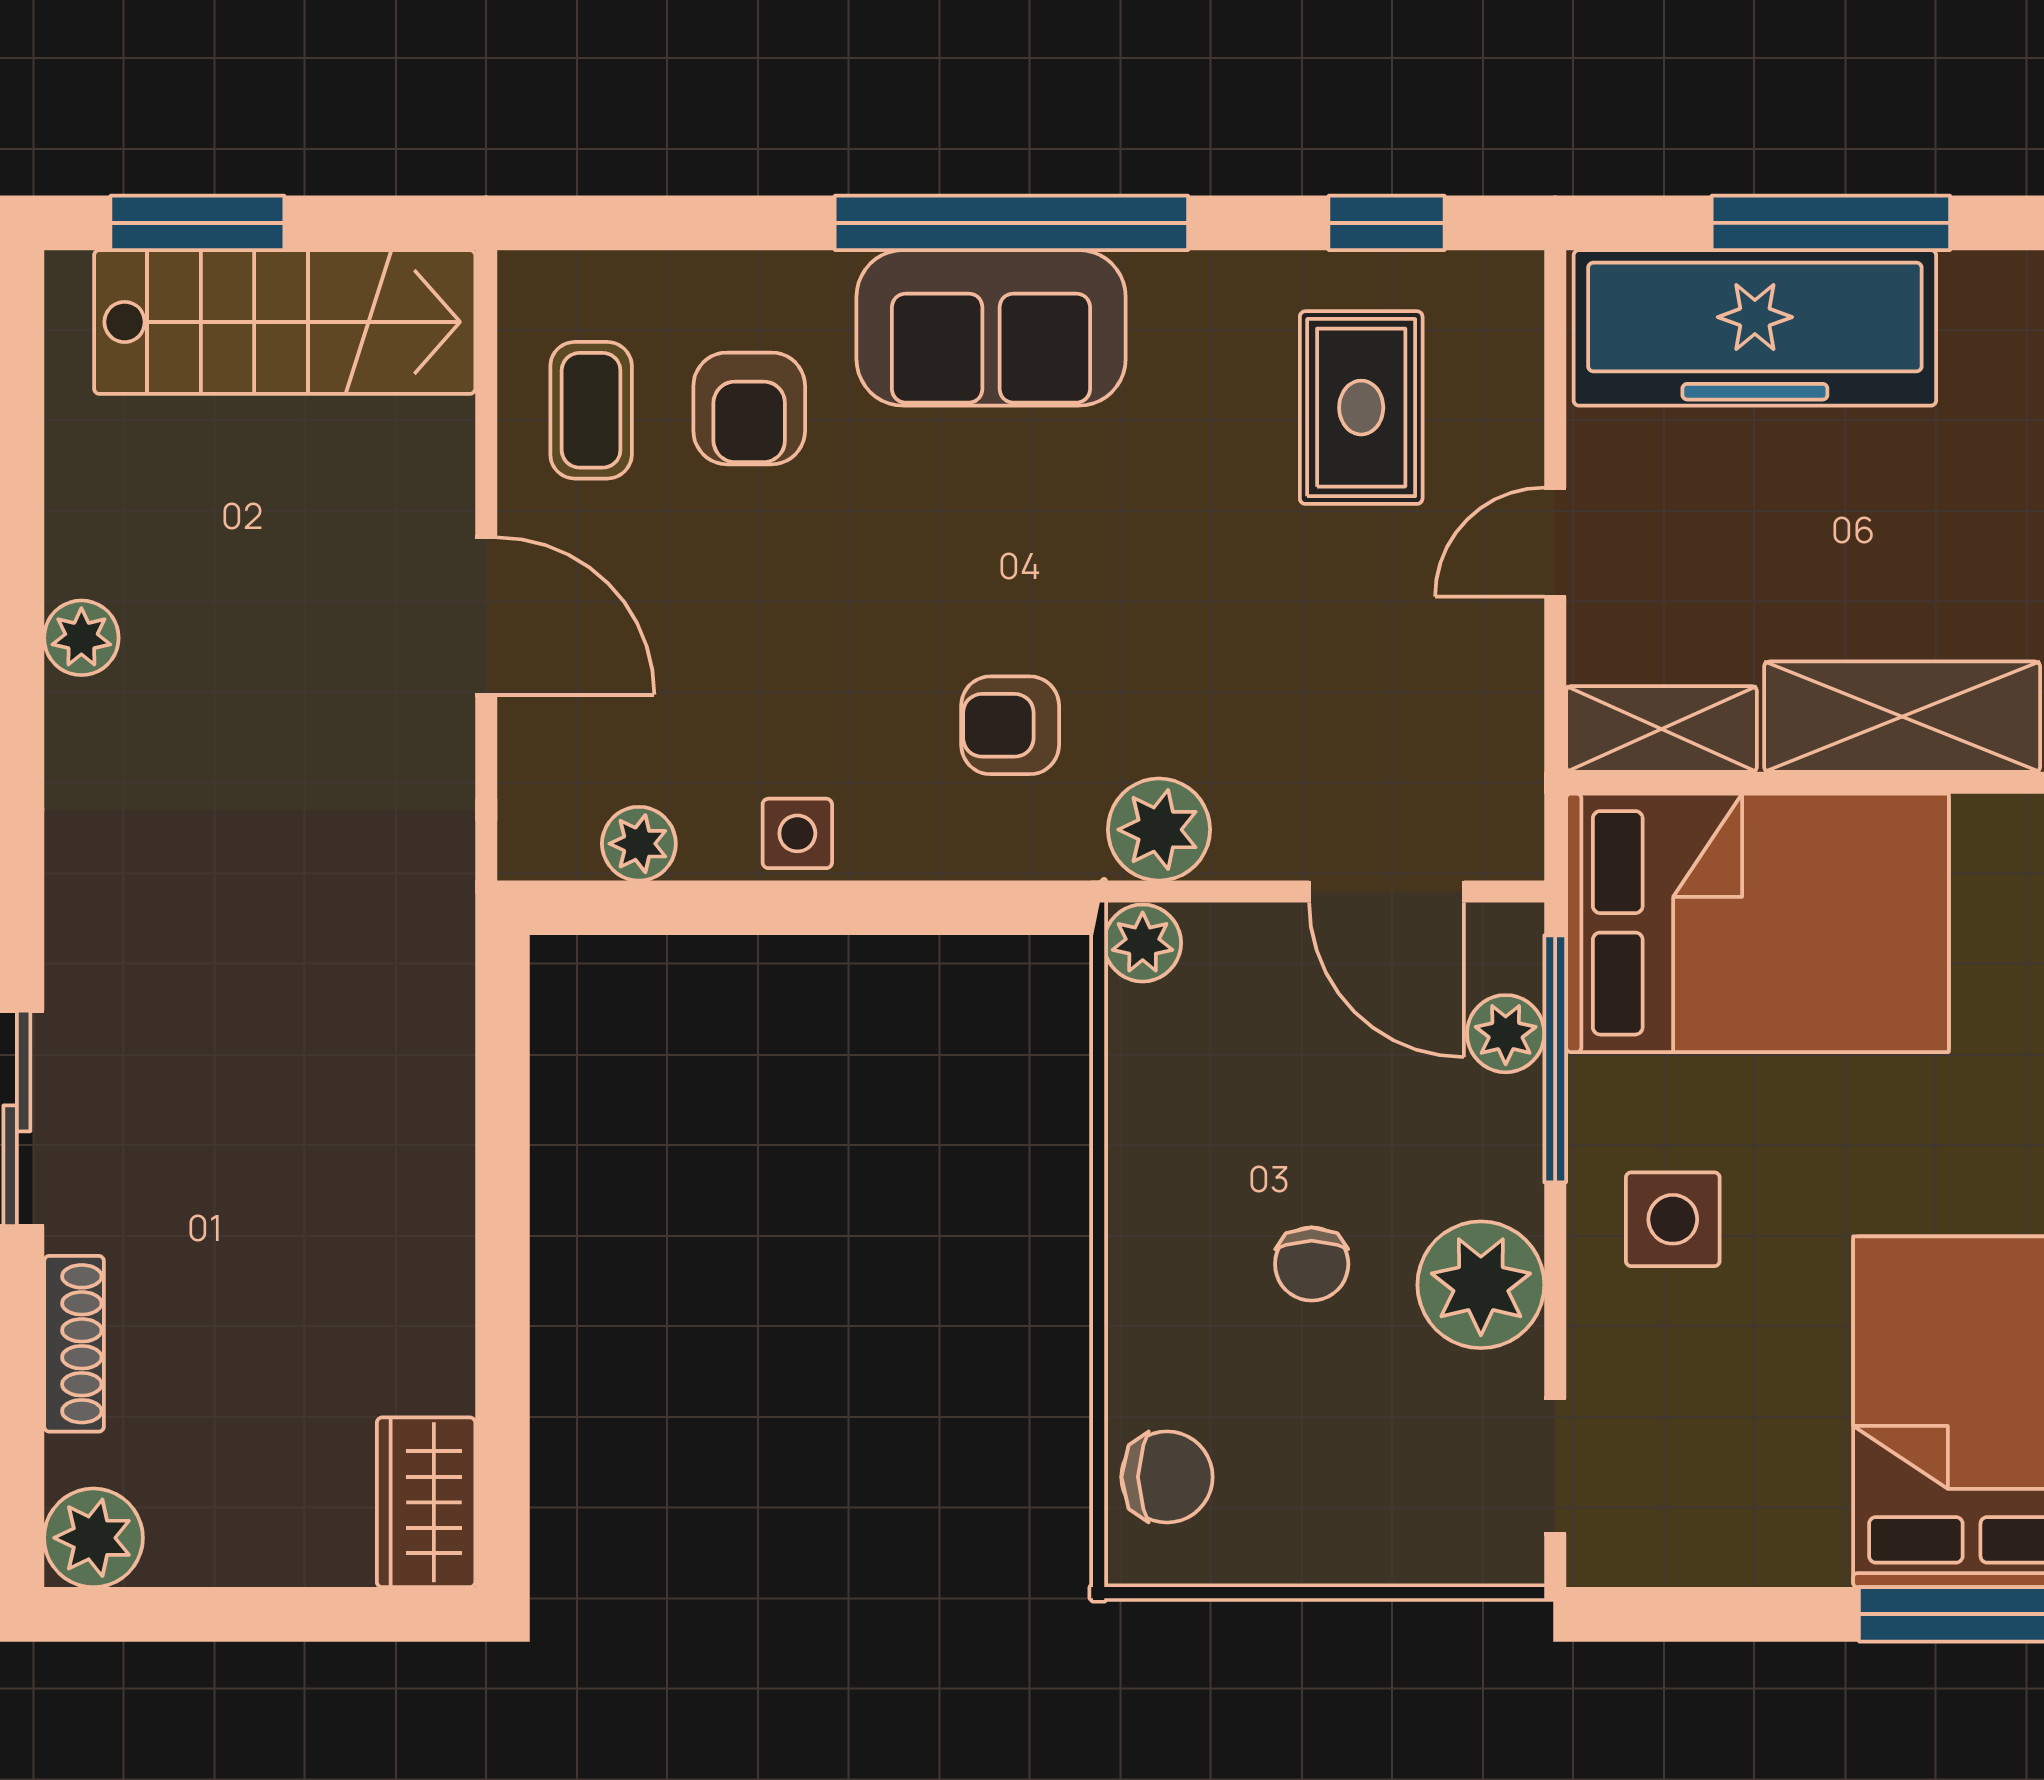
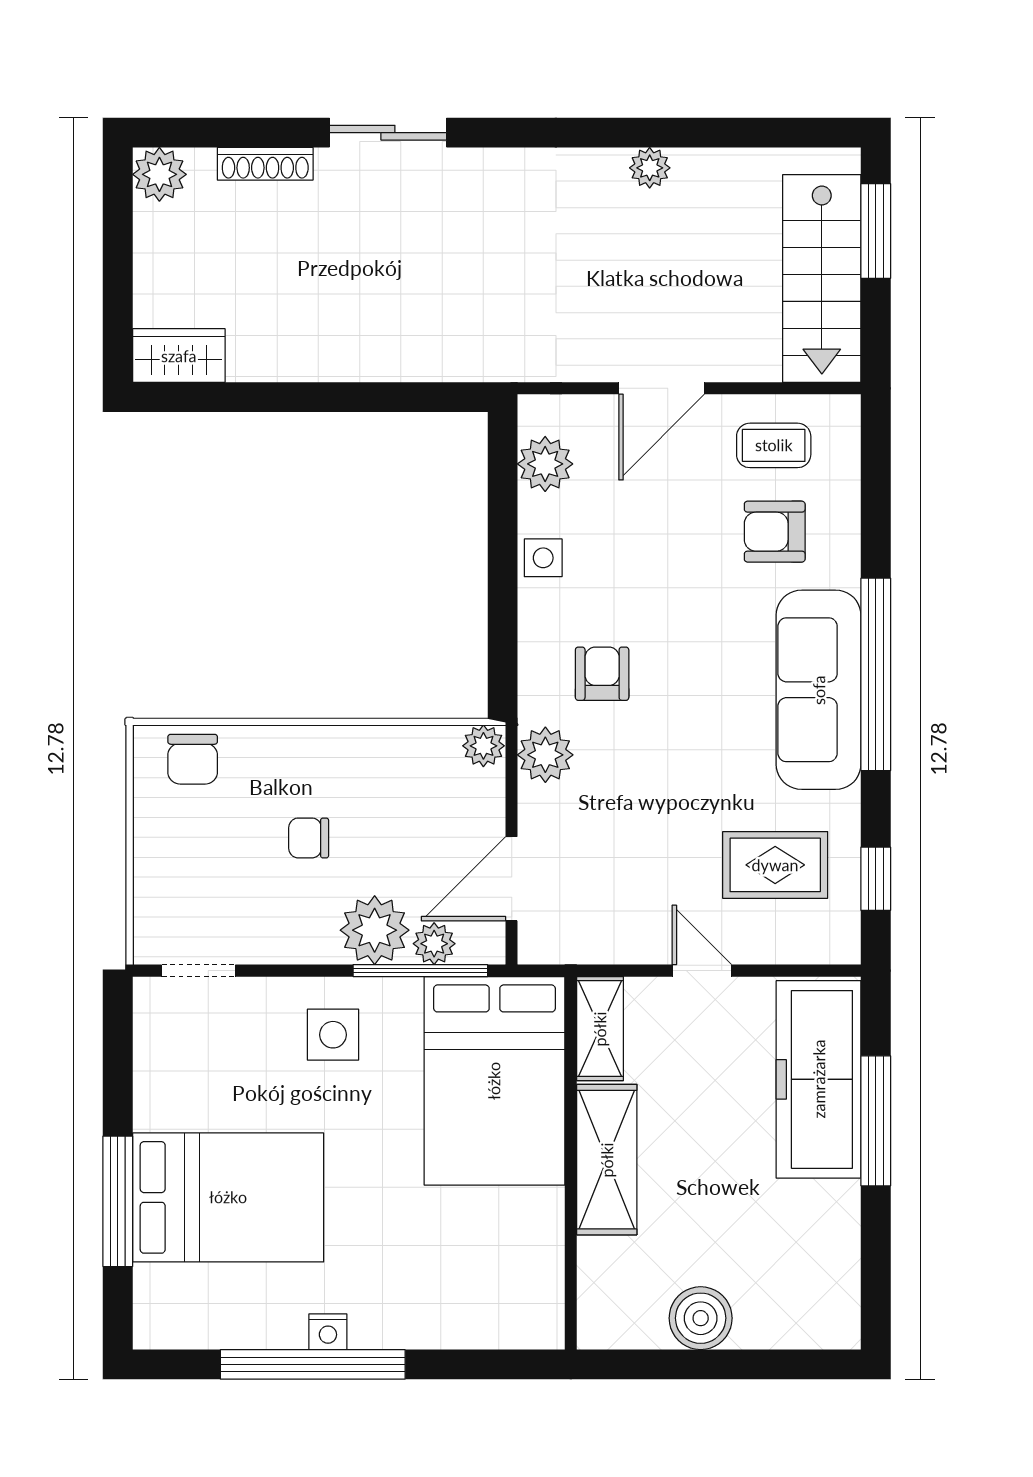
sofa: (991, 328) -> (819, 690), width x1.36
plant: (639, 844) -> (545, 464), width x1.38, depth x1.38
plant: (1481, 1285) -> (375, 930), moved

